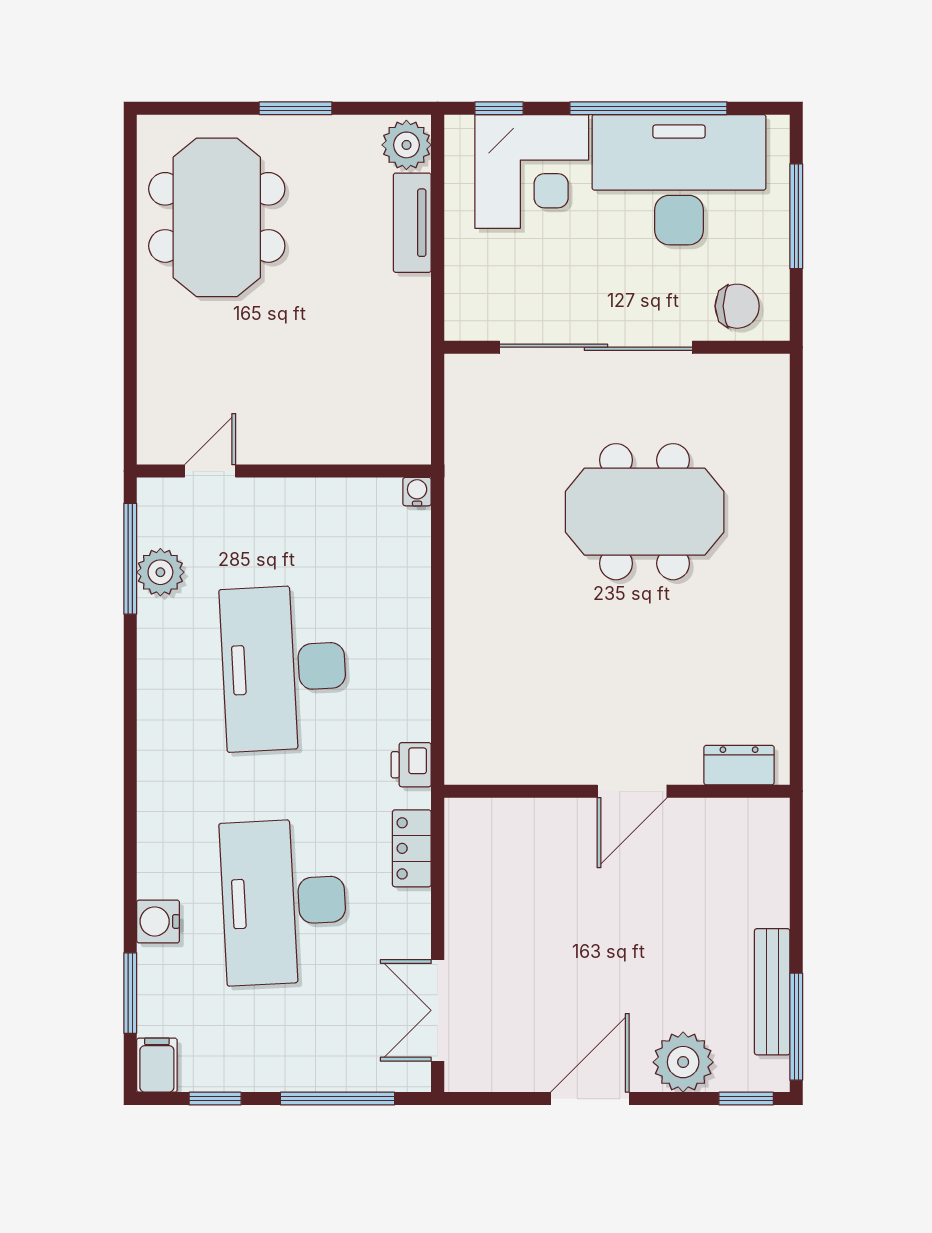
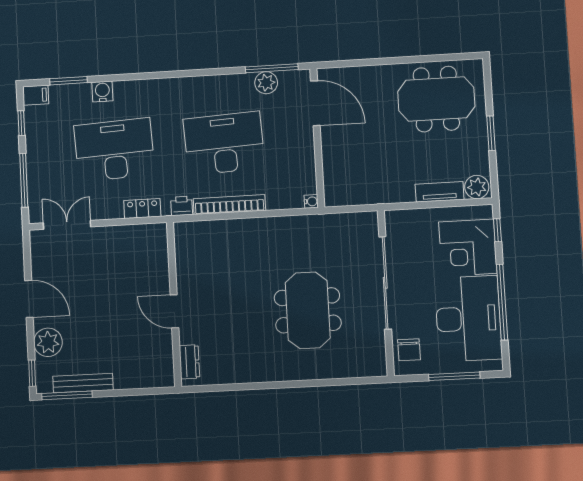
door: (210, 471) -> (315, 103), width x1.87
bookcase: (414, 664) -> (229, 205), added

